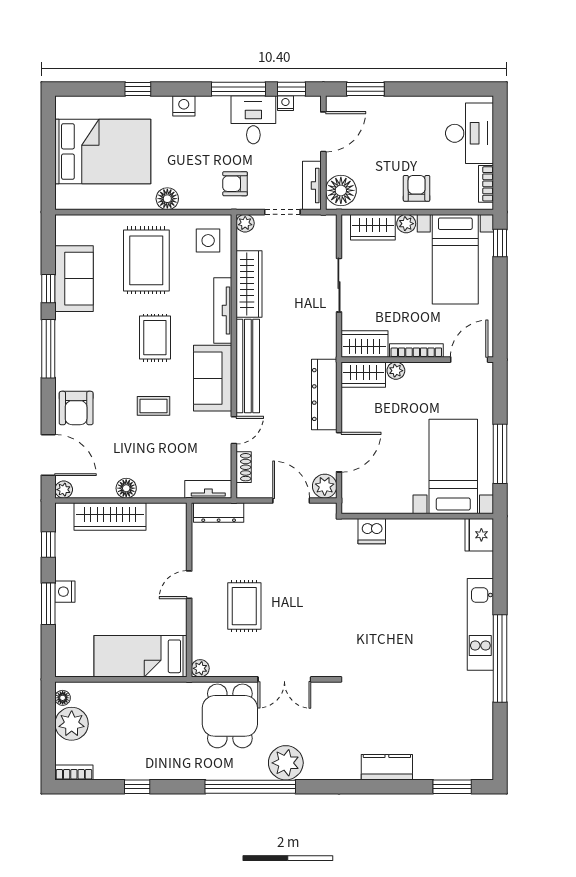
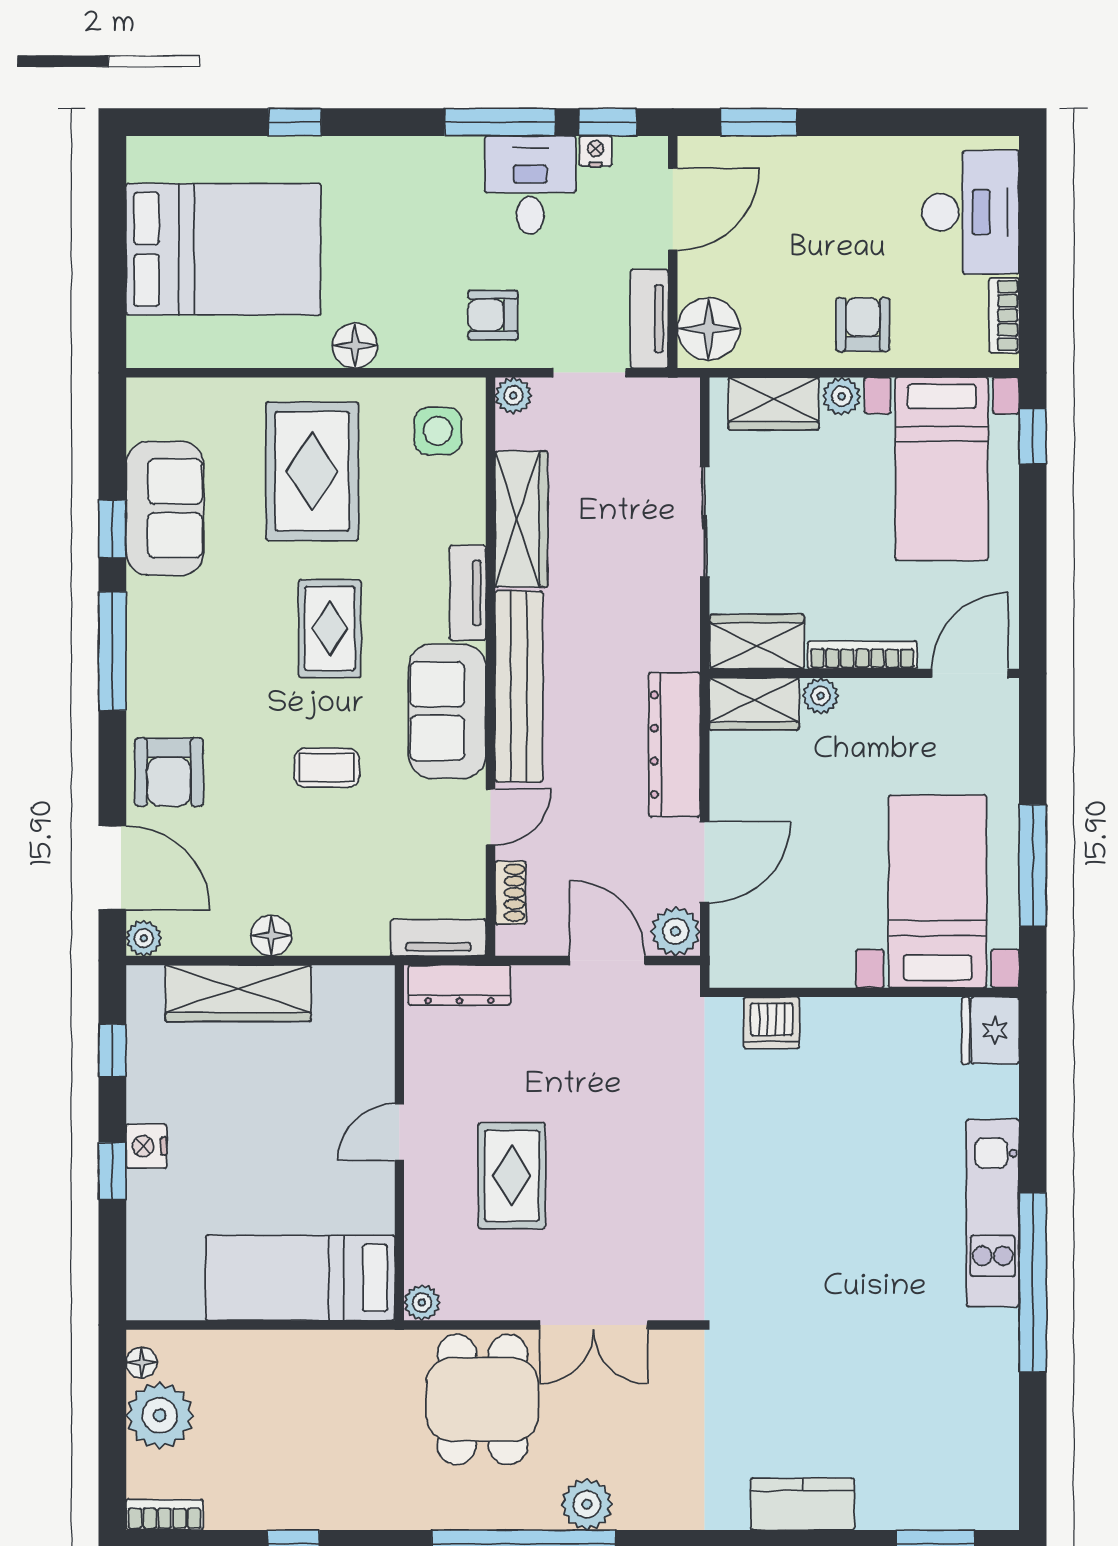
nightstand: (184, 106) -> (388, 156), removed
tv unit: (223, 310) -> (468, 593), width x0.71
window: (48, 604) -> (112, 1171), width x0.67
plant: (286, 763) -> (587, 1504), width x0.73, depth x0.73

